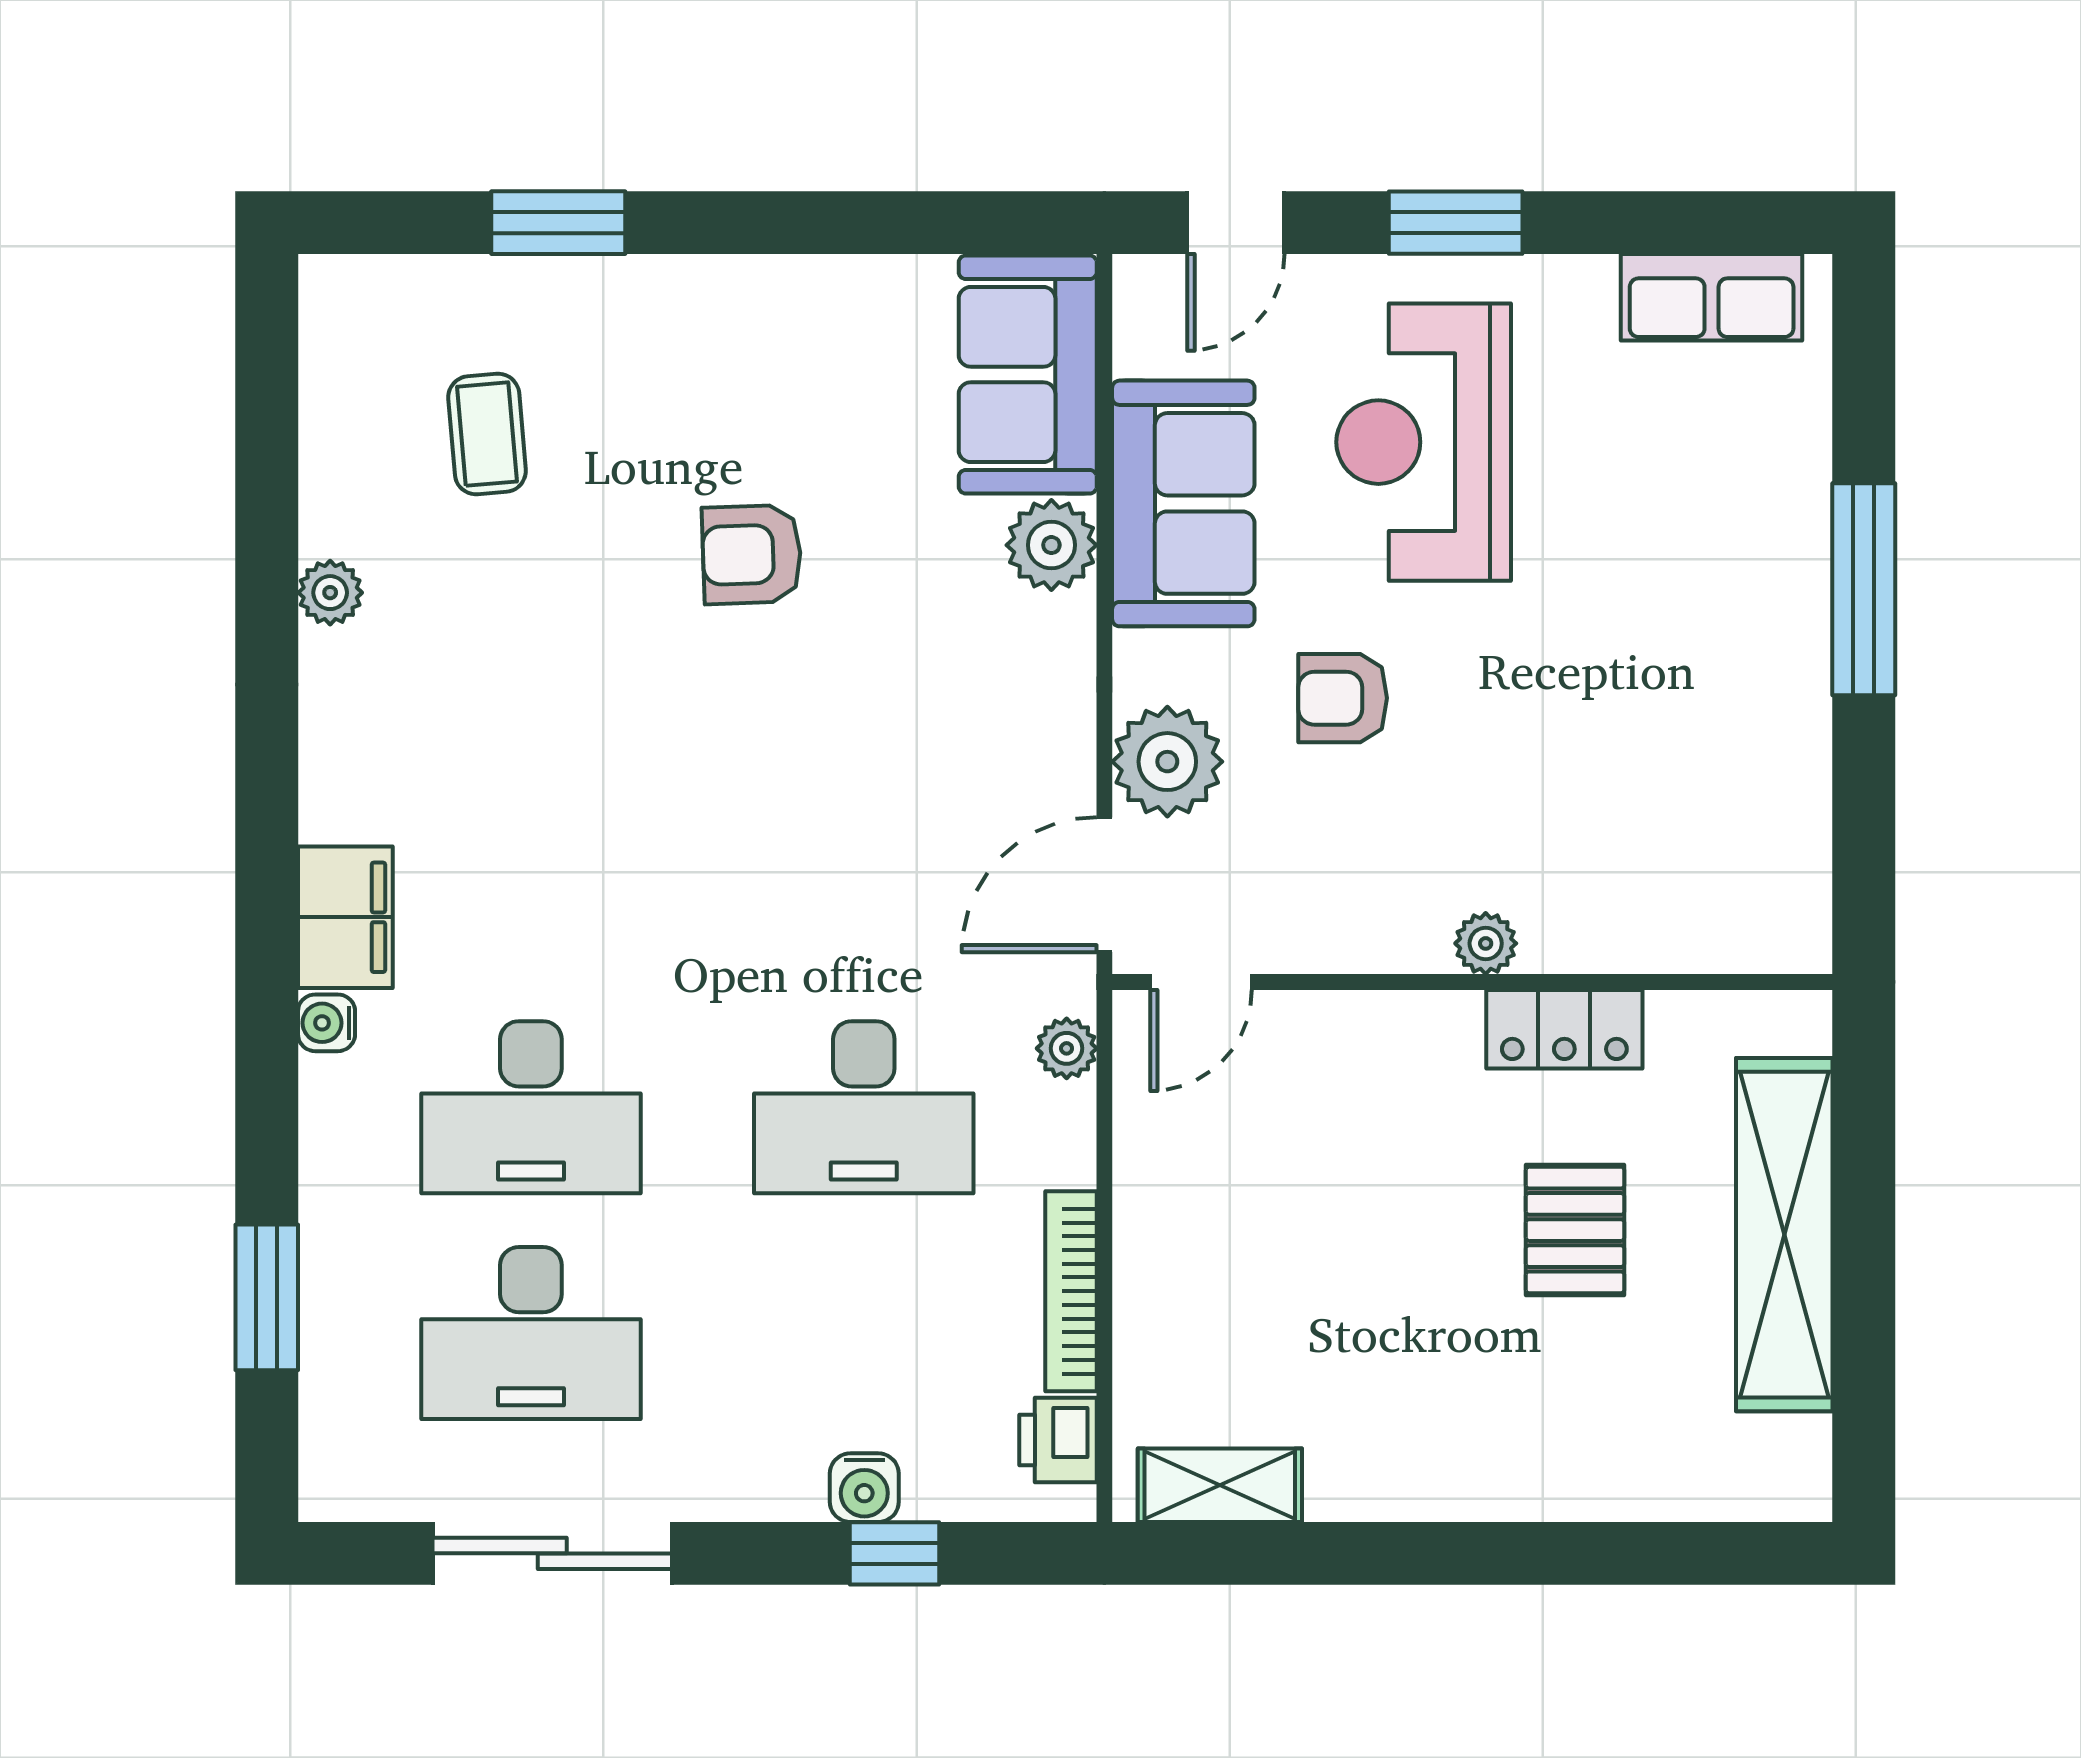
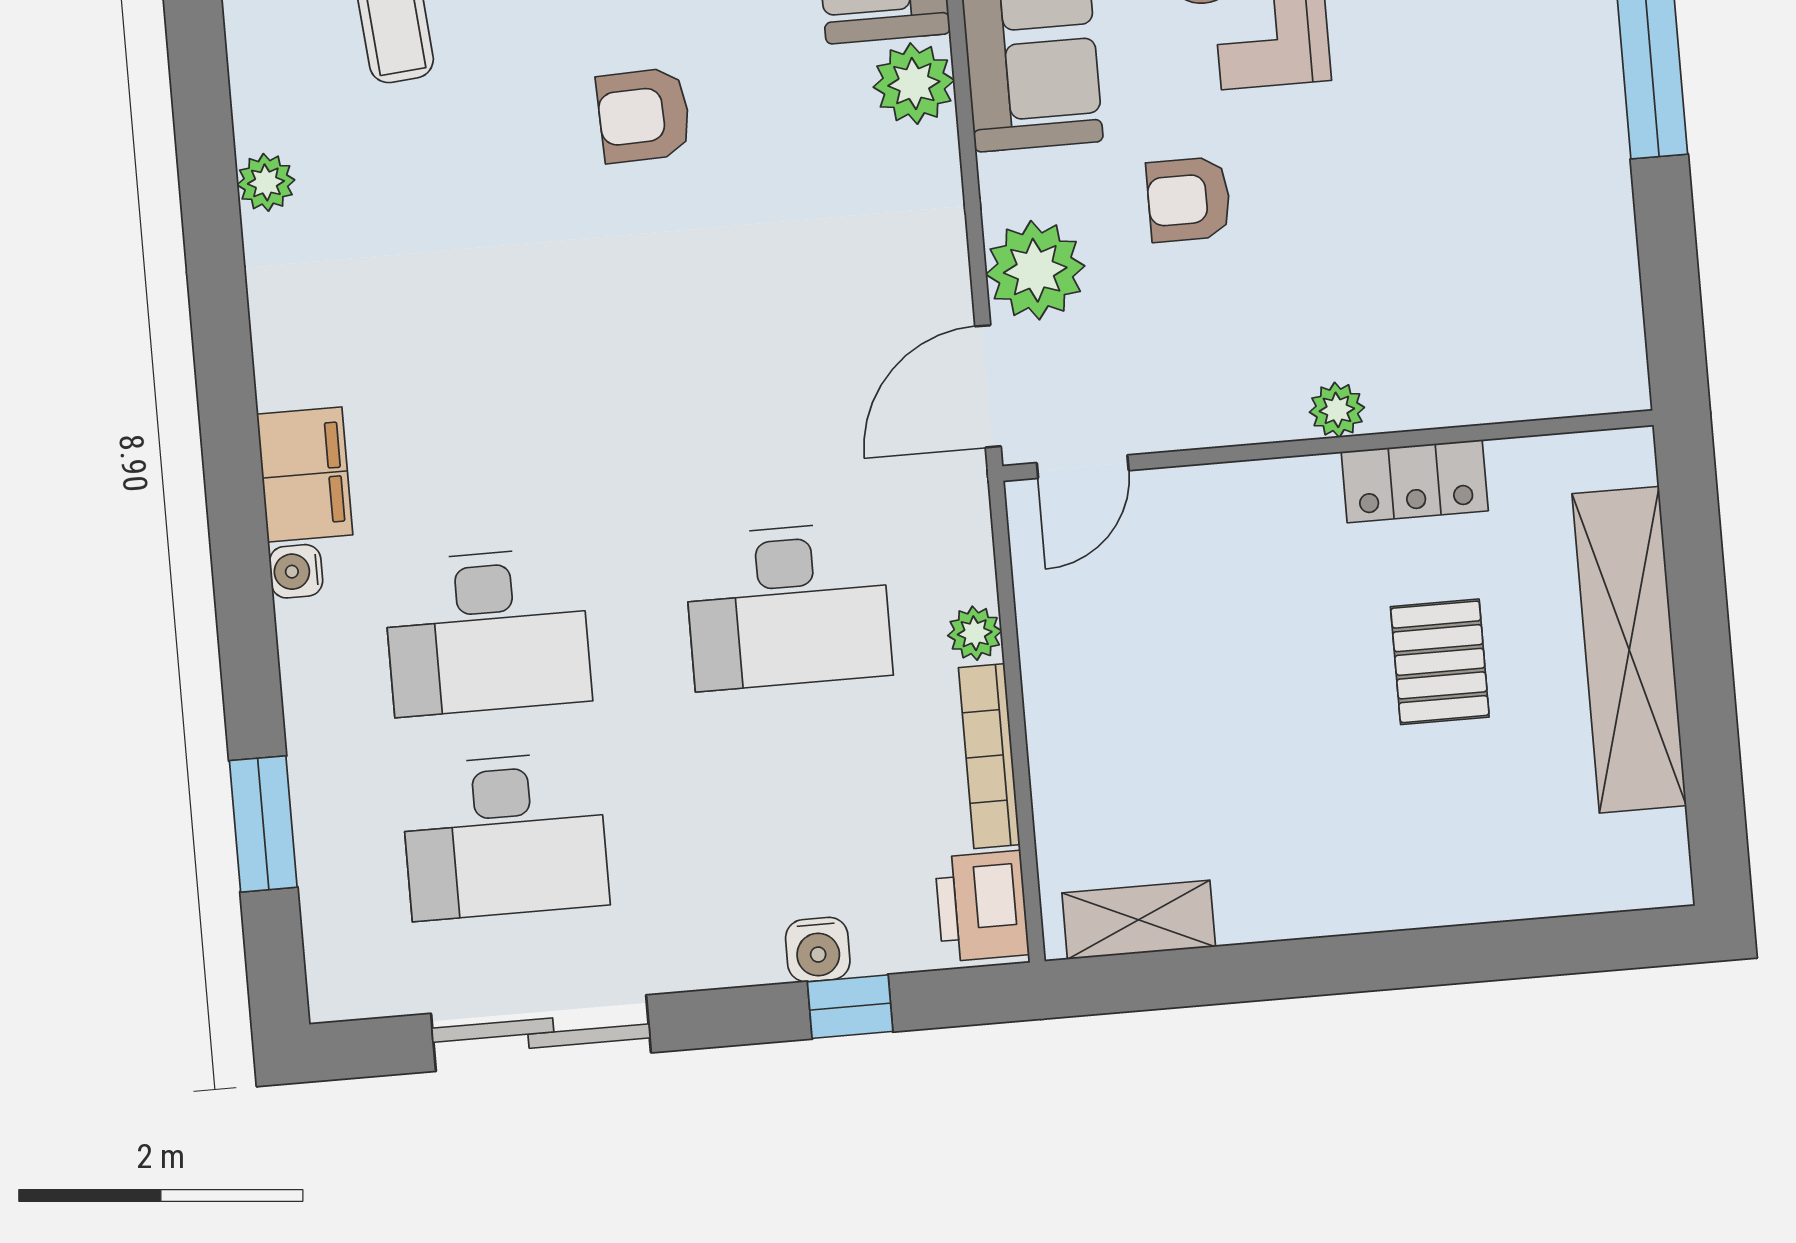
plant: (1067, 1048) -> (975, 633), moved
printer: (1058, 1440) -> (982, 906), width x1.36, depth x1.24

